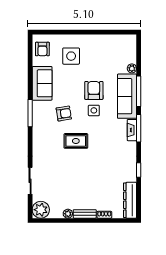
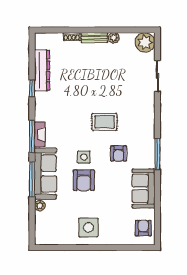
side table: (71, 56) -> (88, 227), moved
armchair: (64, 114) -> (119, 154), turned -81
dresser: (130, 200) -> (42, 70), moved

